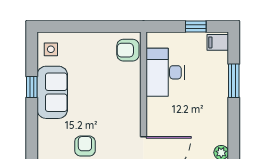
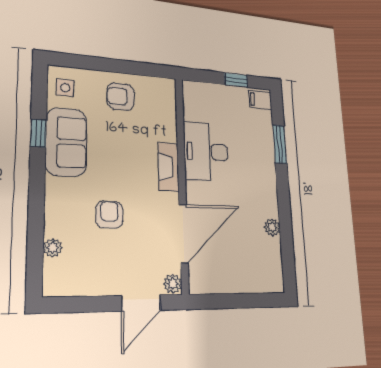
armchair: (128, 50) -> (121, 97), moved
desk: (165, 72) -> (206, 152), moved
fireplace: (133, 107) -> (168, 167), added

